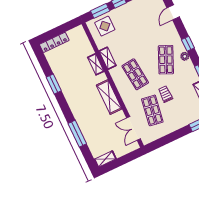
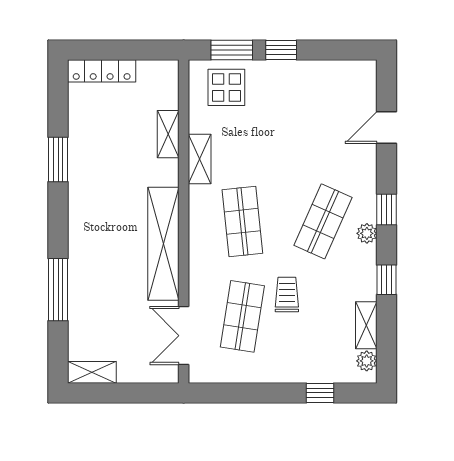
shelving: (96, 64) -> (168, 134), moved
shelving: (109, 97) -> (163, 244), width x1.47

